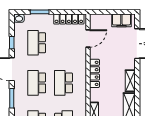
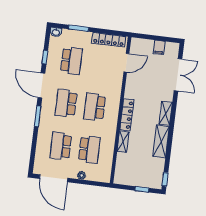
filing cabinet: (121, 20) -> (159, 47), width x0.50
school desk: (37, 43) -> (71, 61), turned 180
locker: (94, 73) -> (127, 115), moved

